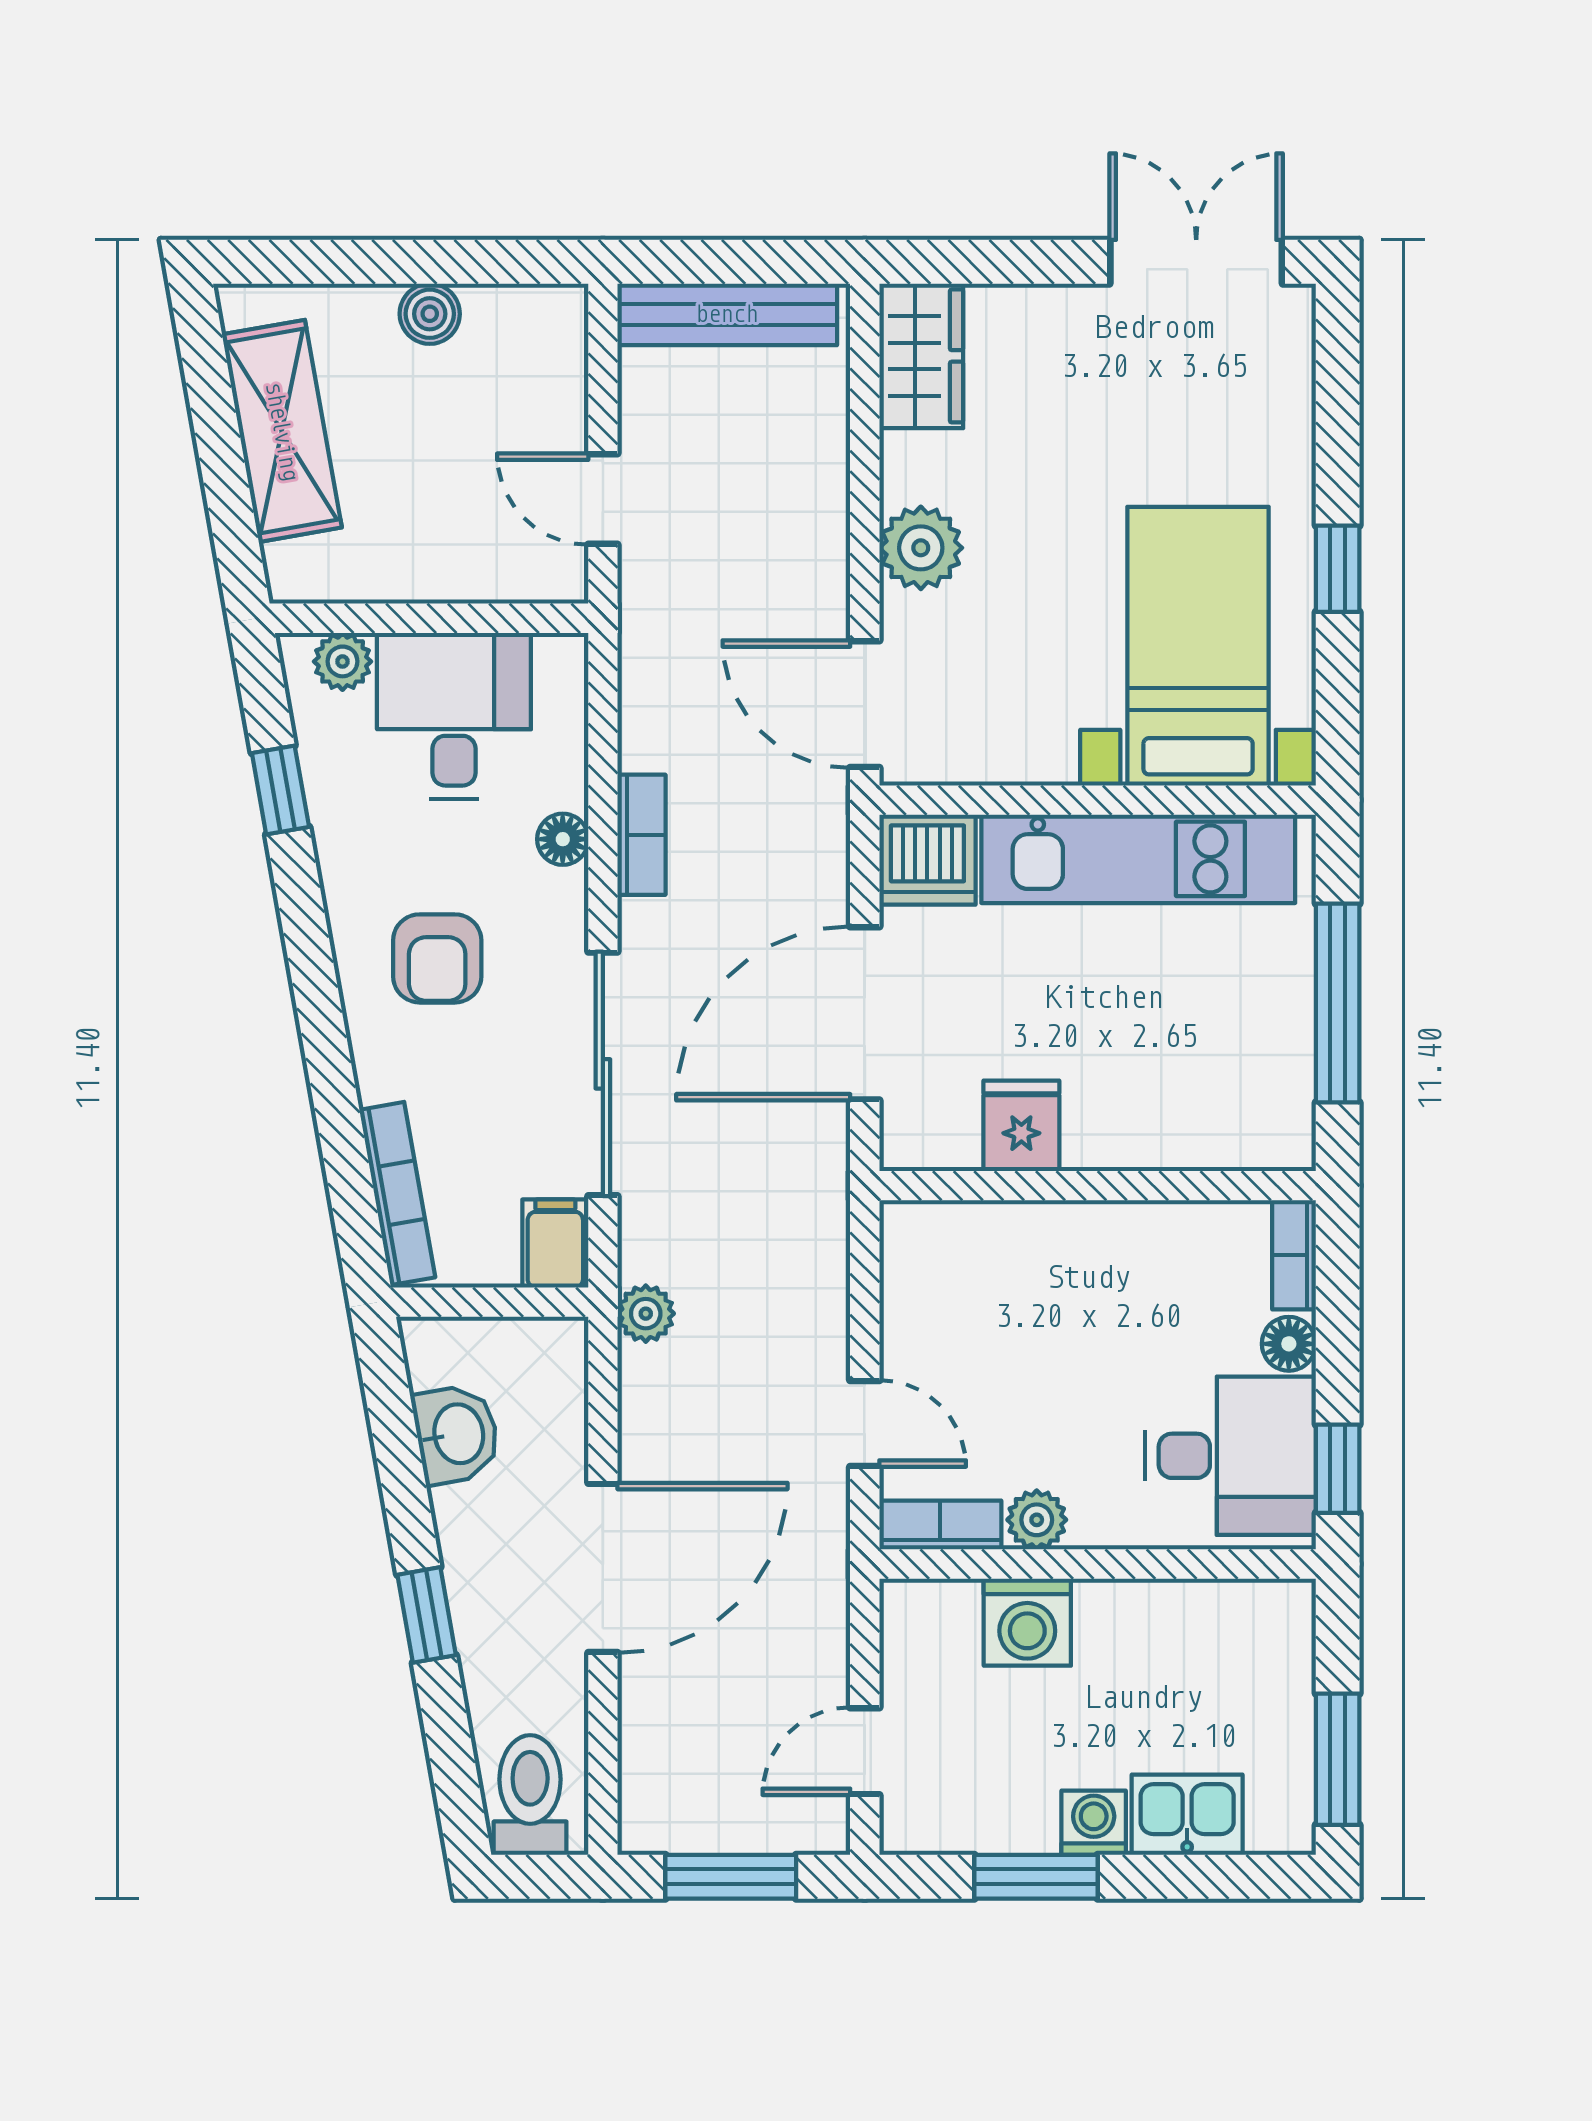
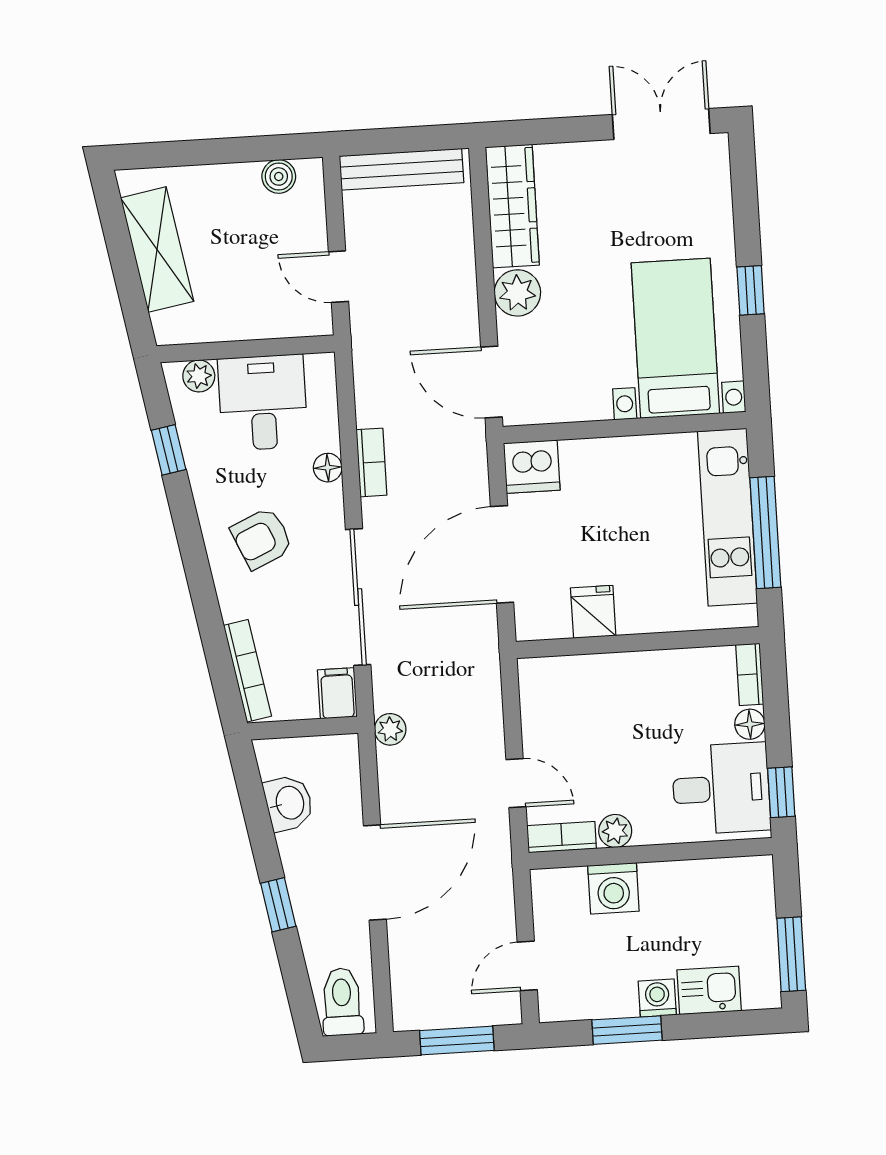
boiler: (430, 314) -> (279, 176), moved
wardrobe: (921, 356) -> (512, 206), width x1.50
kitchen unit: (1138, 859) -> (727, 517), moved, turned 90
armchair: (437, 958) -> (262, 538), turned 66

